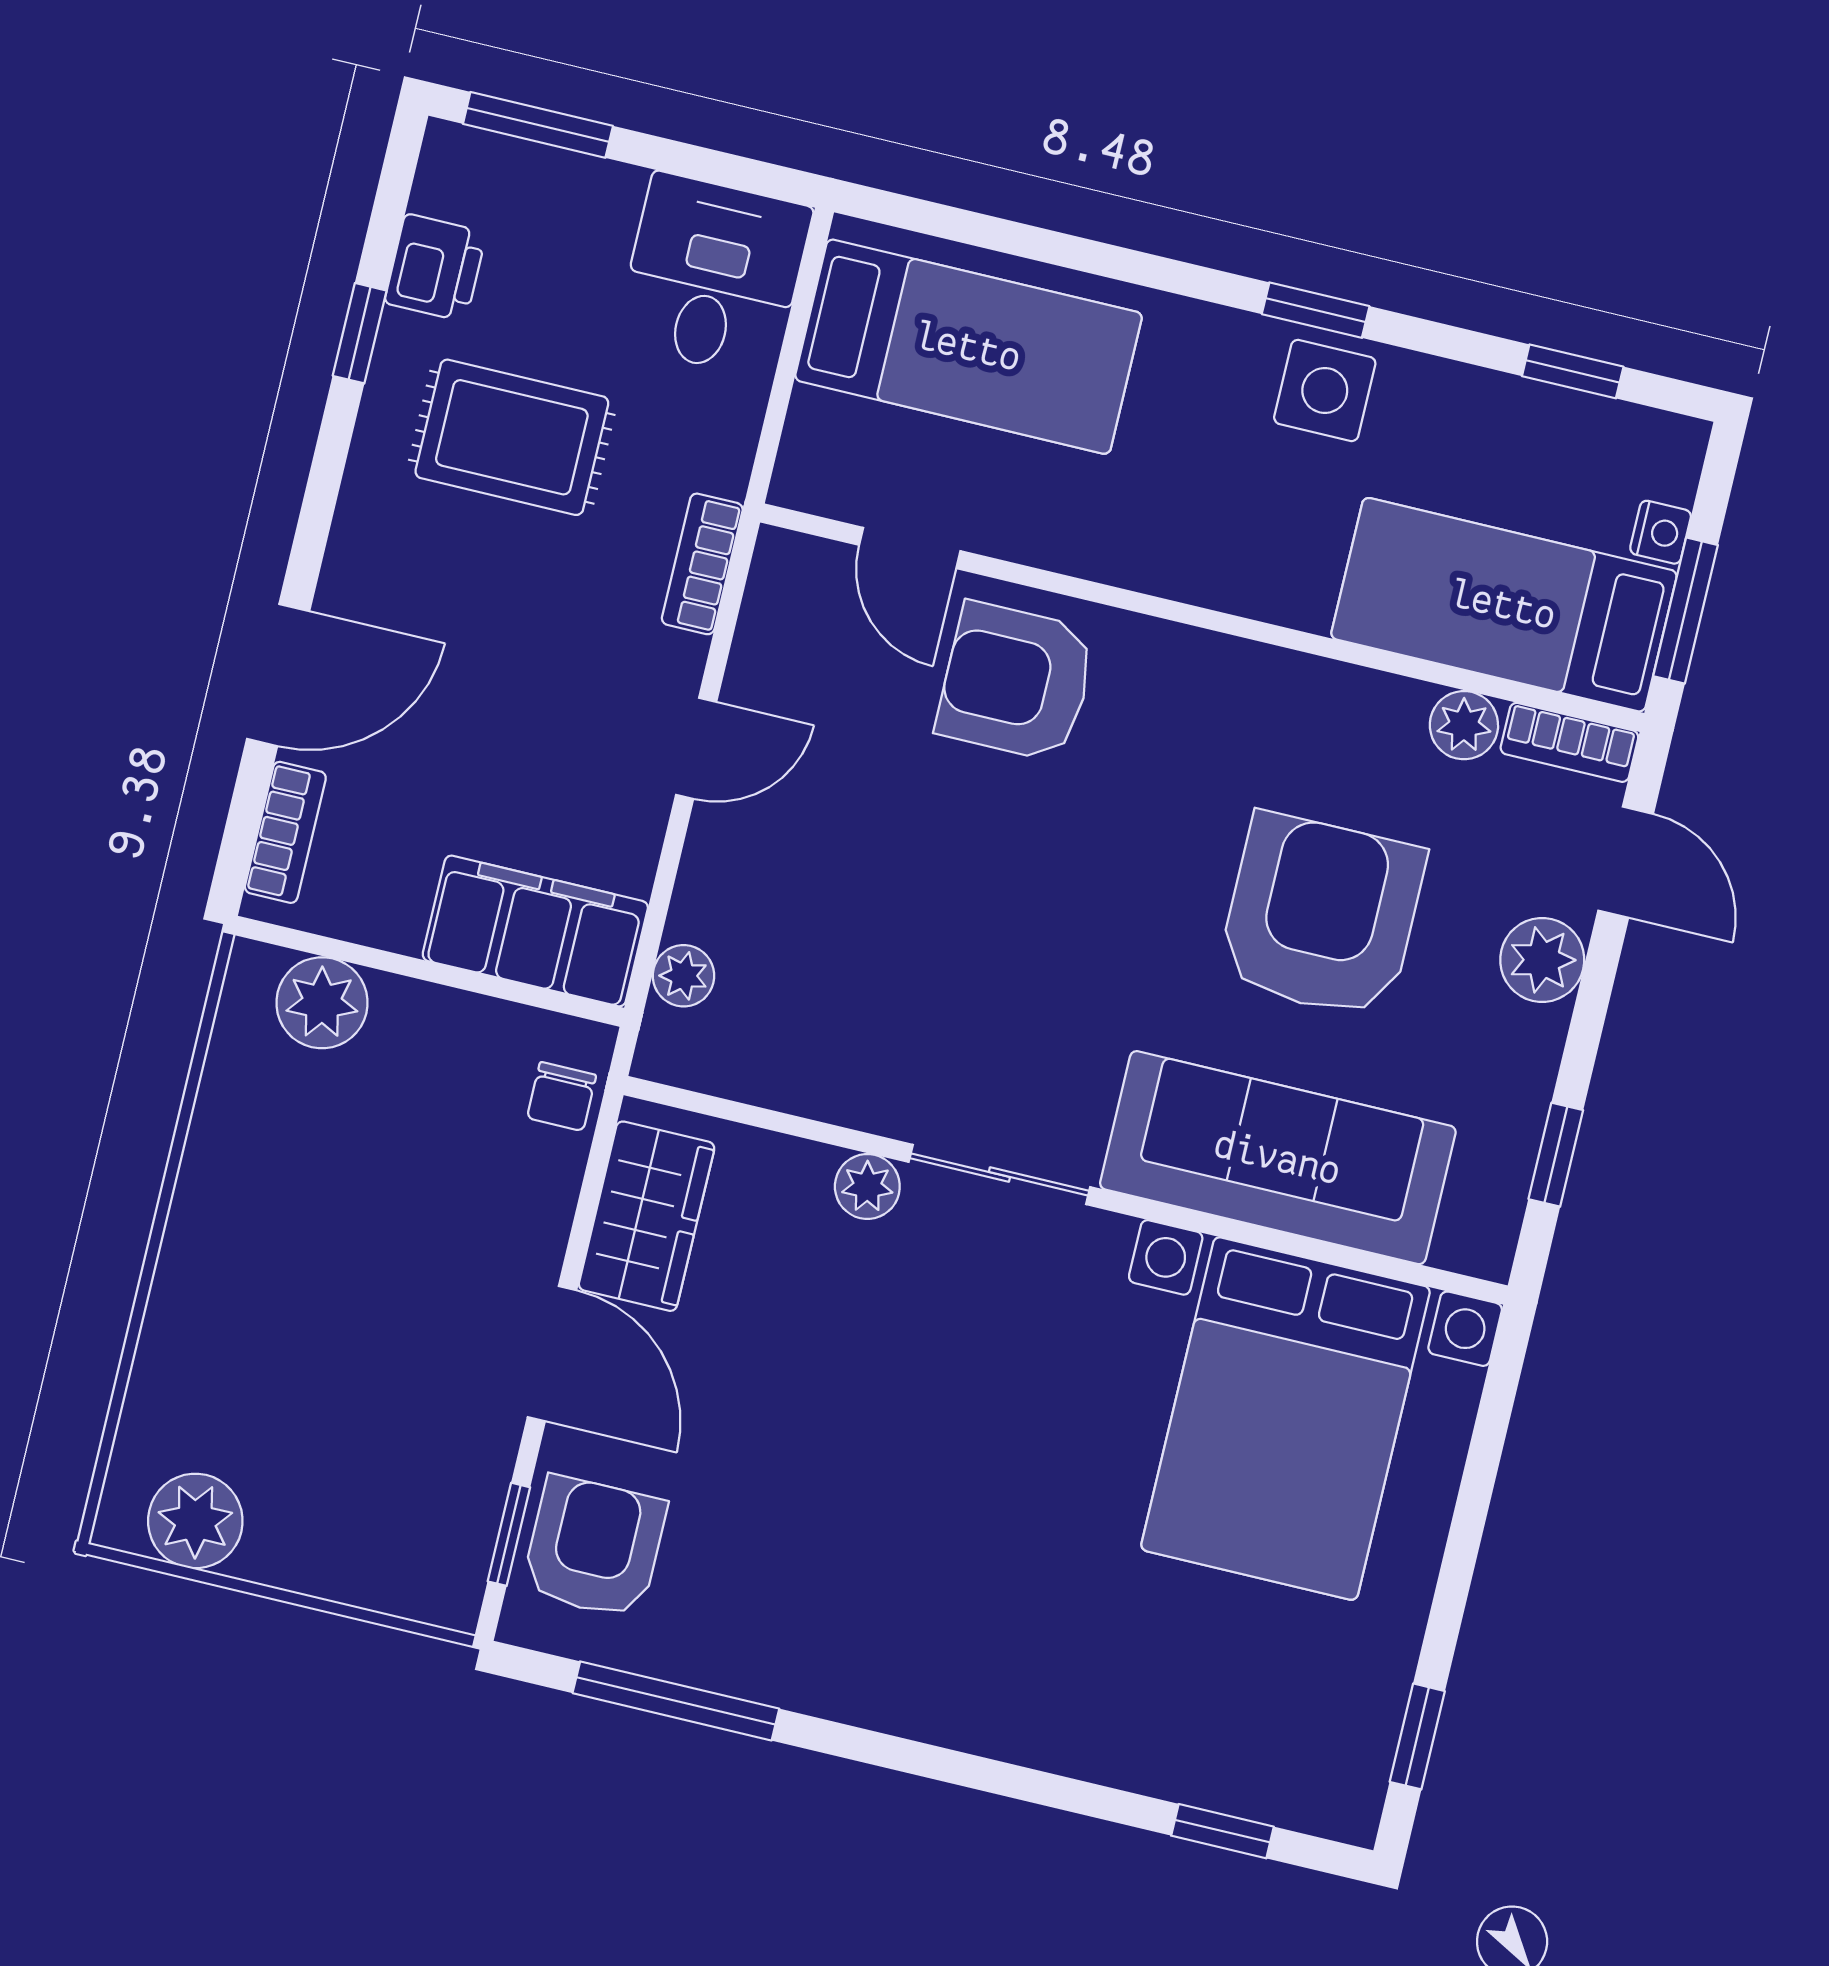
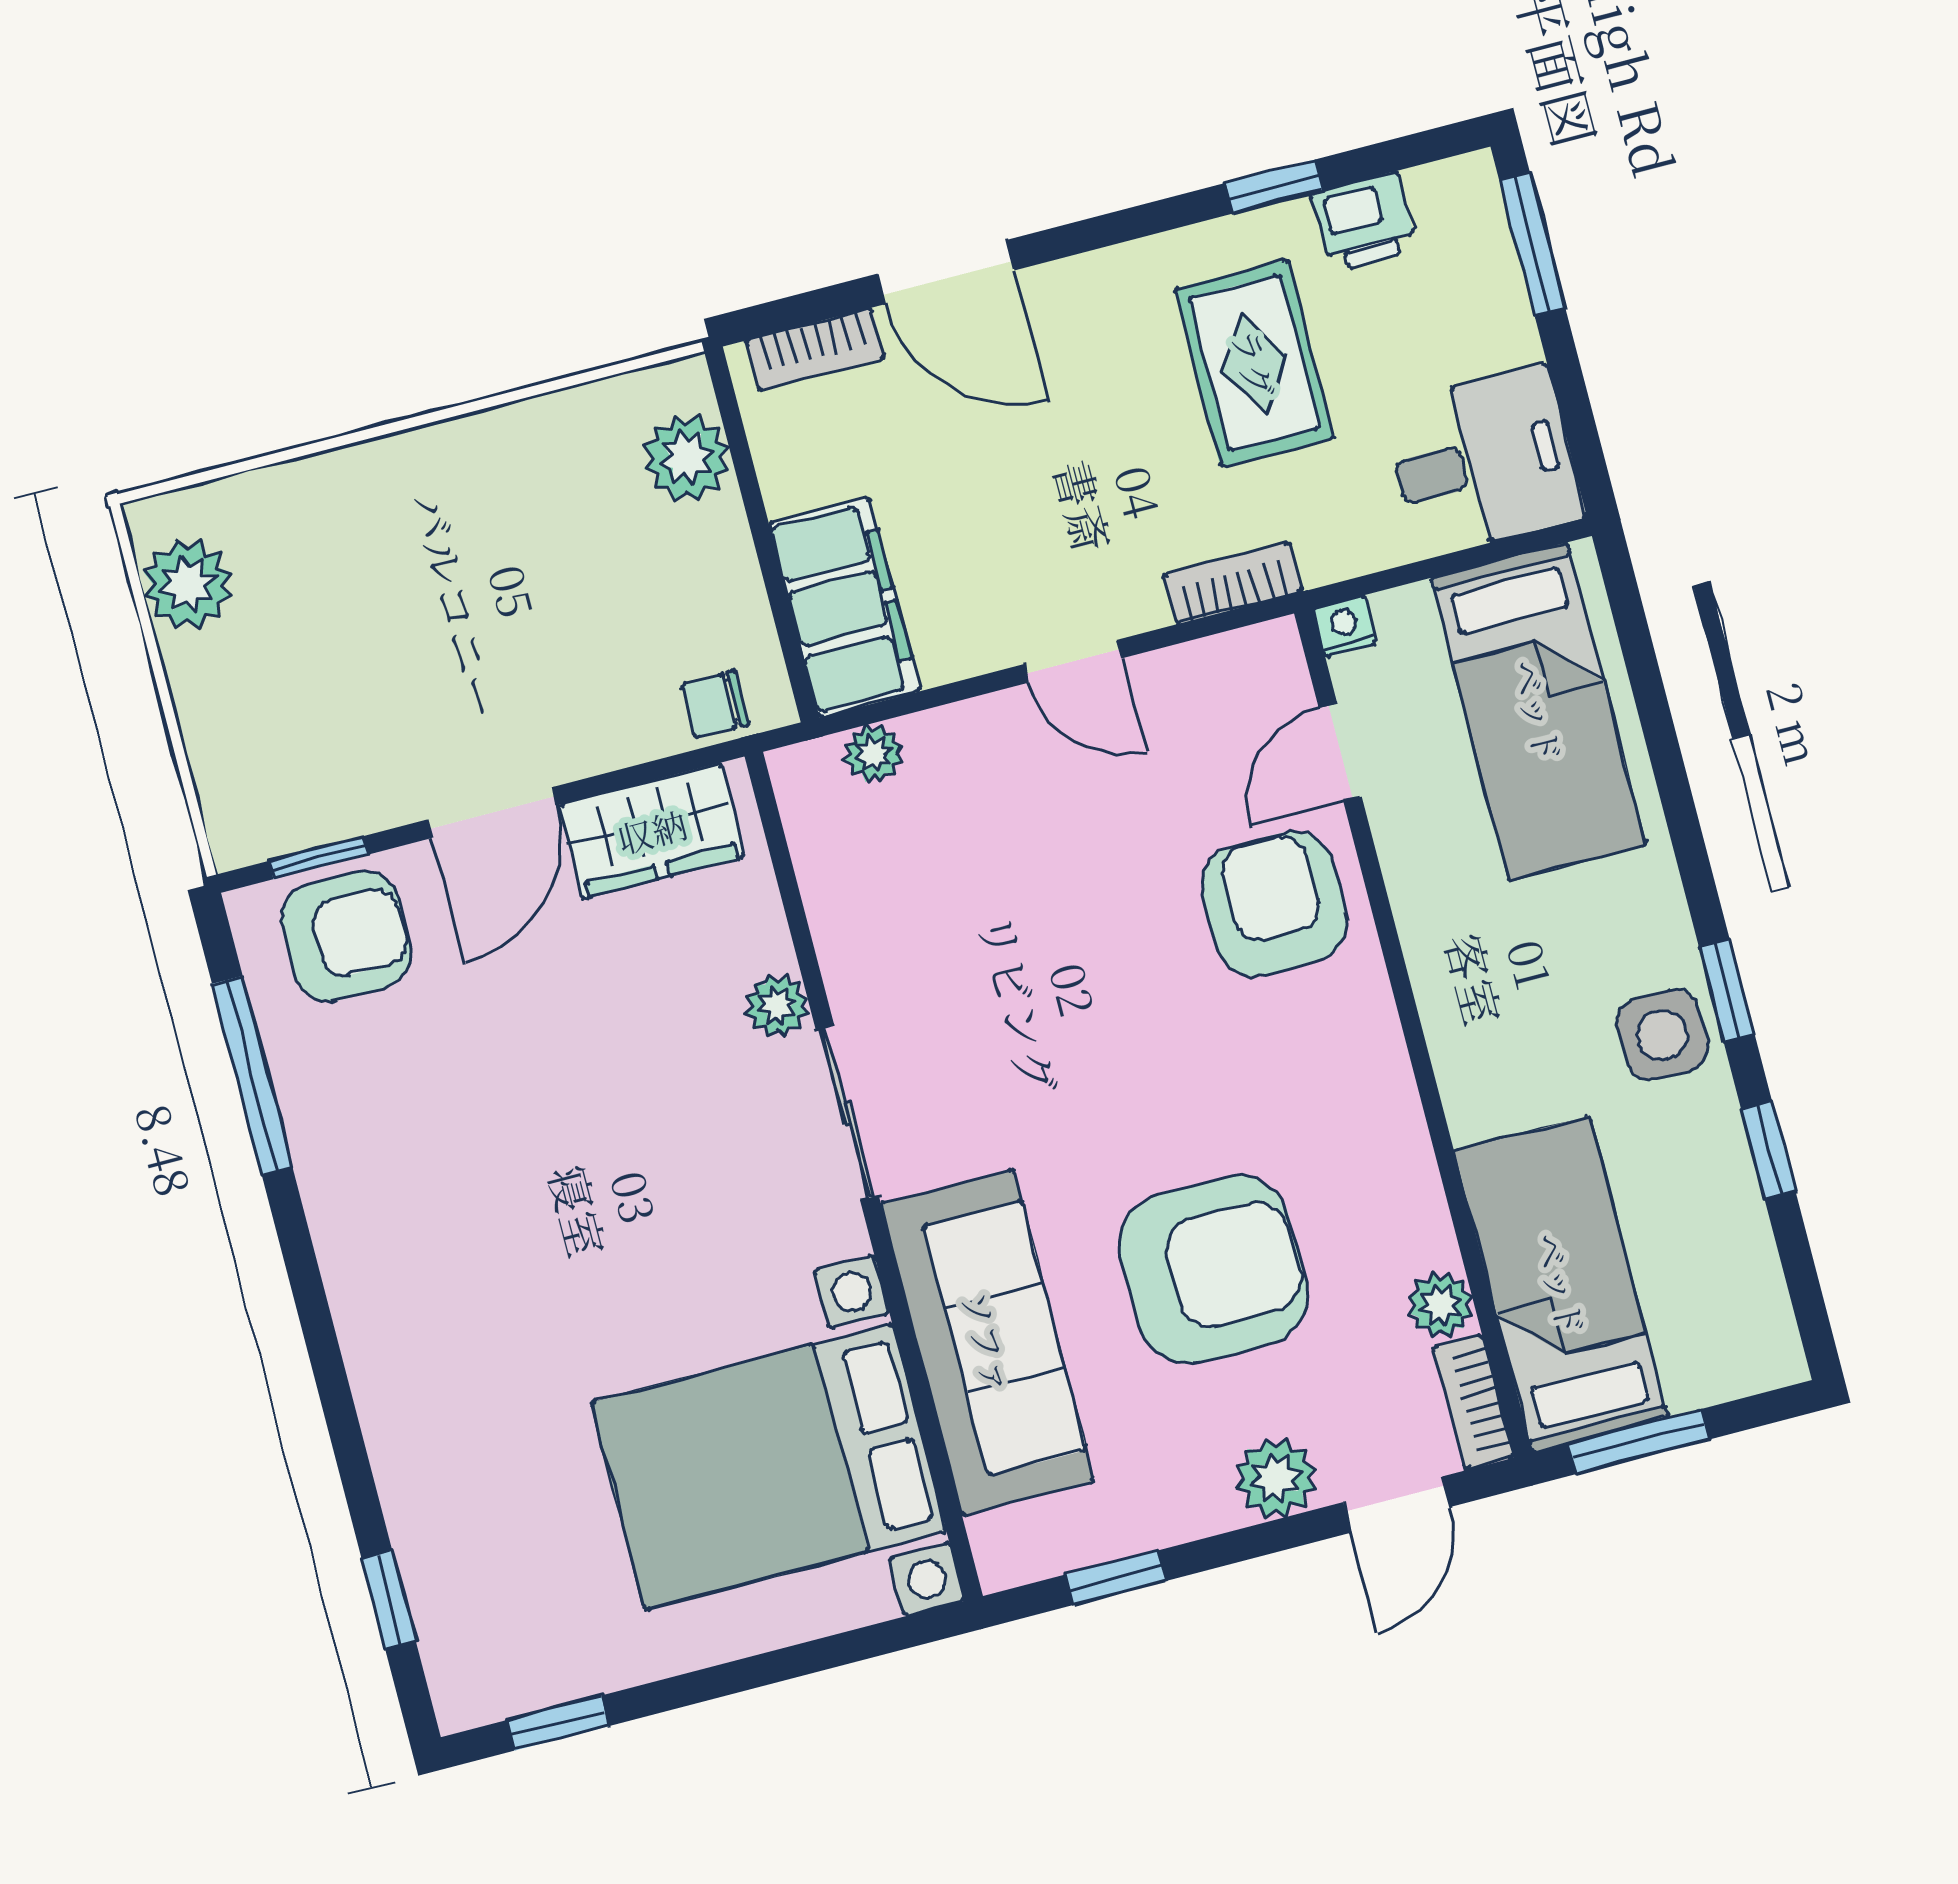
window: (1573, 371) -> (1768, 1150), moved
nightstand: (1661, 532) -> (1345, 626), moved, turned 180

